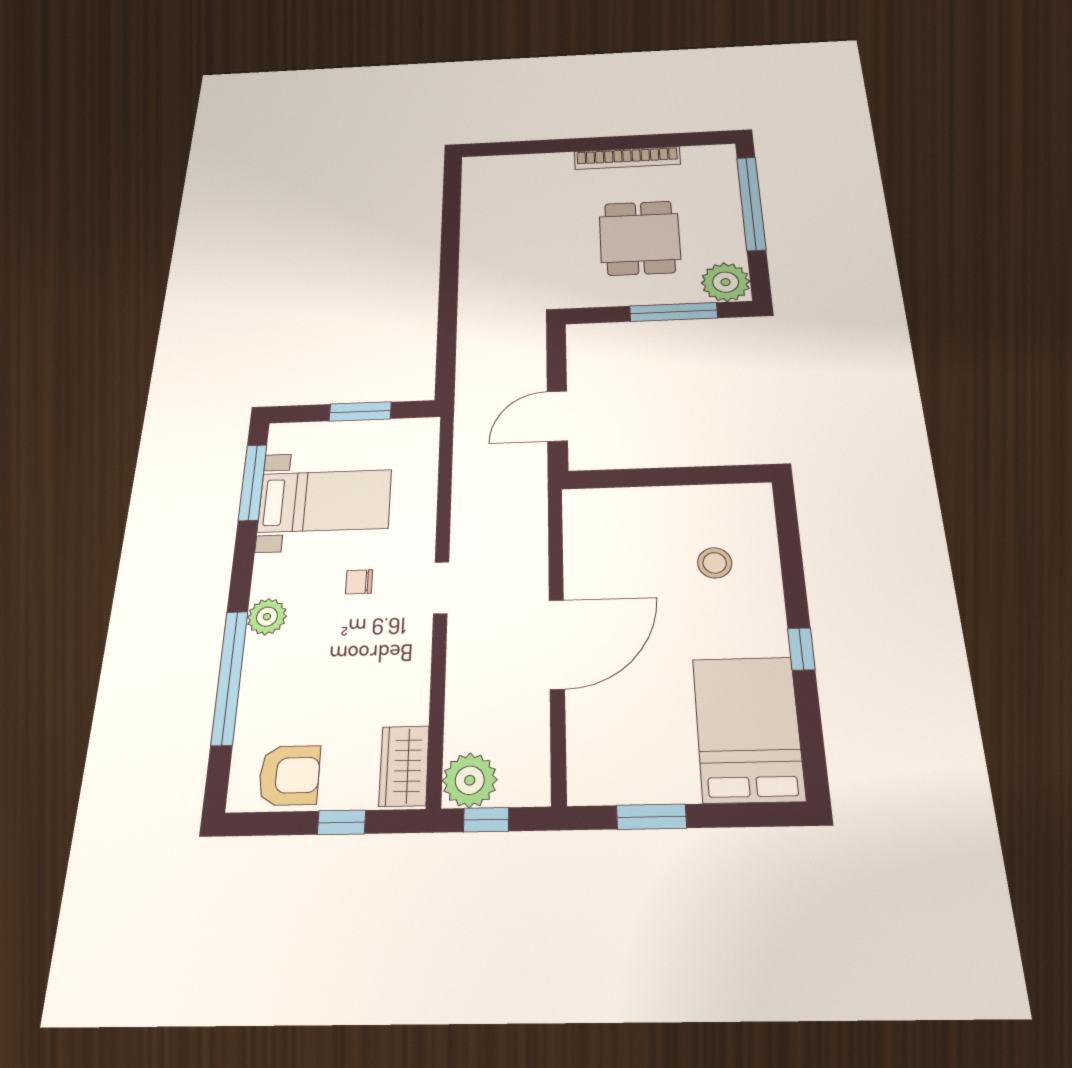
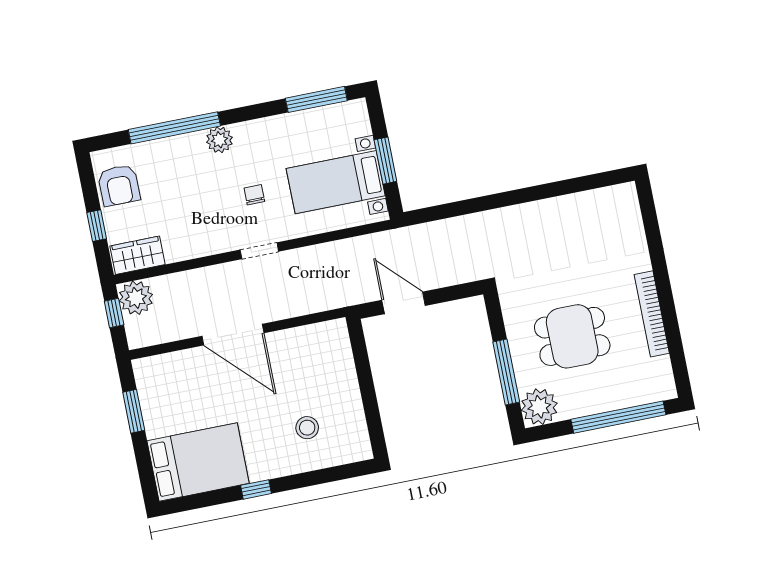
bed with nightstands: (325, 501) -> (336, 182), moved, turned 90

